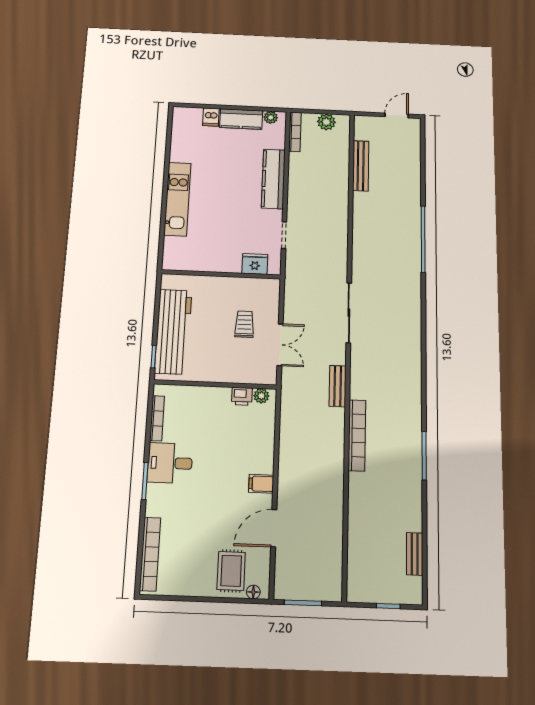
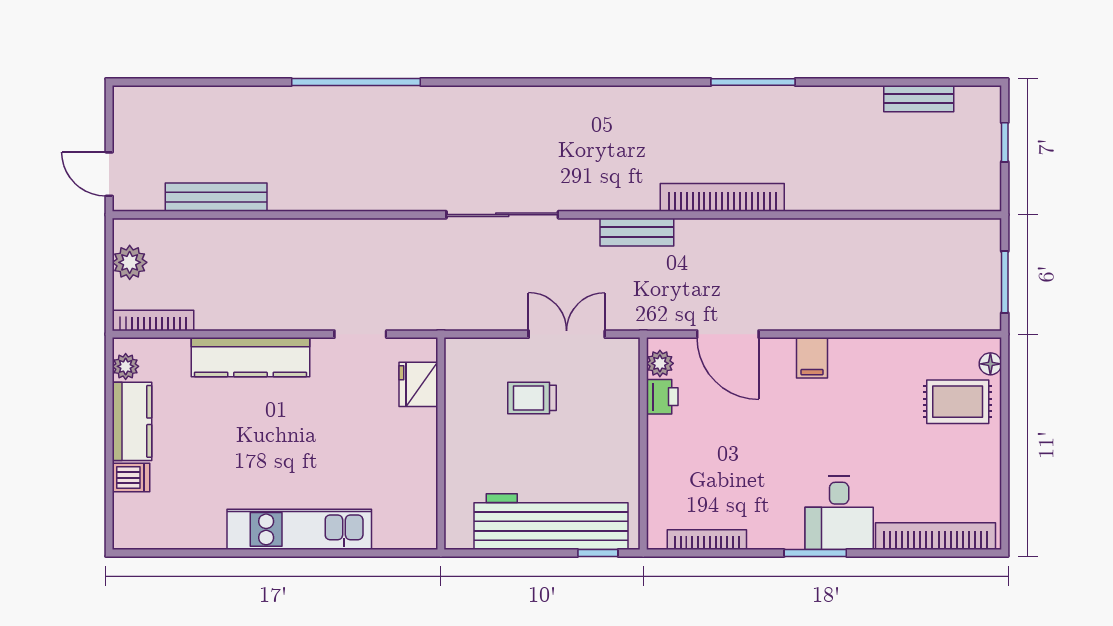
door: (397, 115) -> (109, 174), moved
desk: (170, 463) -> (839, 513), moved
door: (274, 528) -> (728, 334), moved

